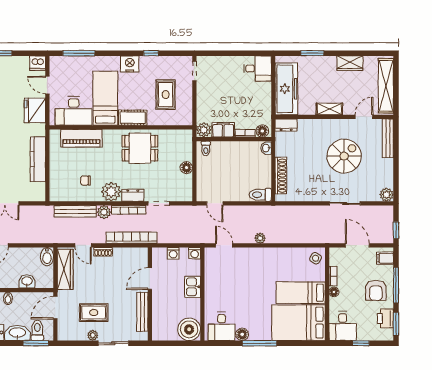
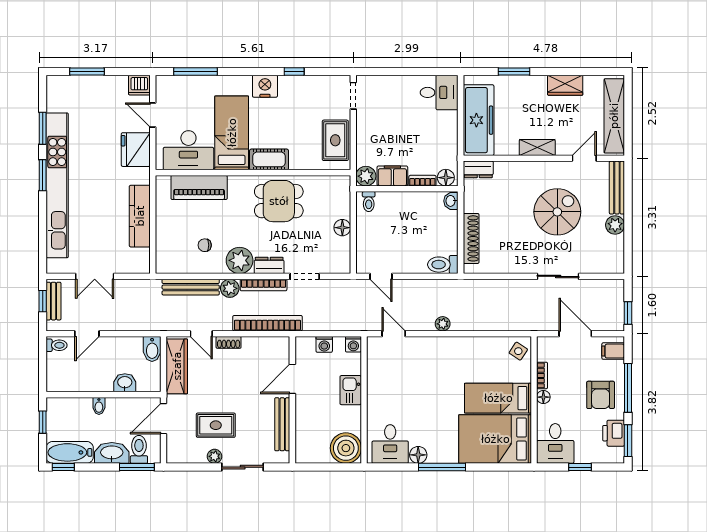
rug: (166, 95) -> (335, 140), moved
plant: (386, 195) -> (615, 225), moved

